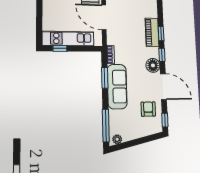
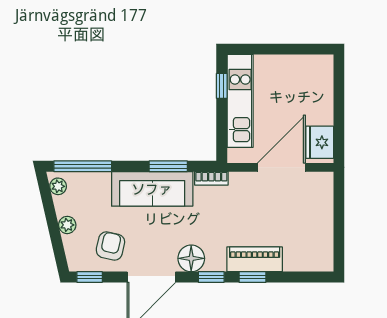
armchair: (148, 109) -> (110, 246), turned -77
plant: (138, 133) -> (67, 225), added

